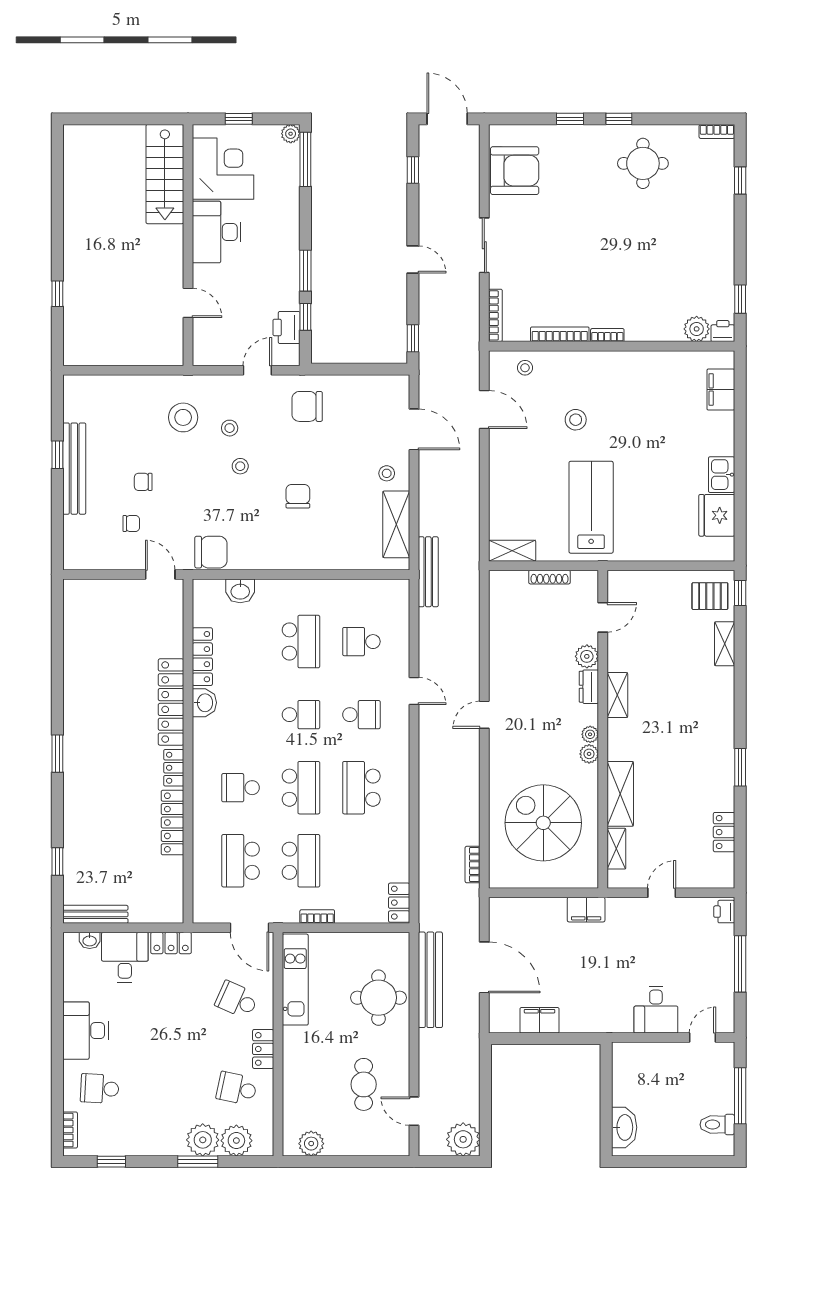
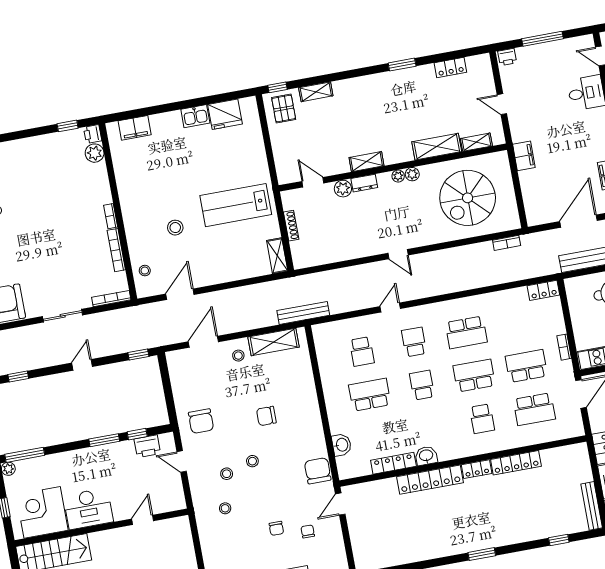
stool: (183, 417) -> (225, 508), width x0.53, depth x0.53

